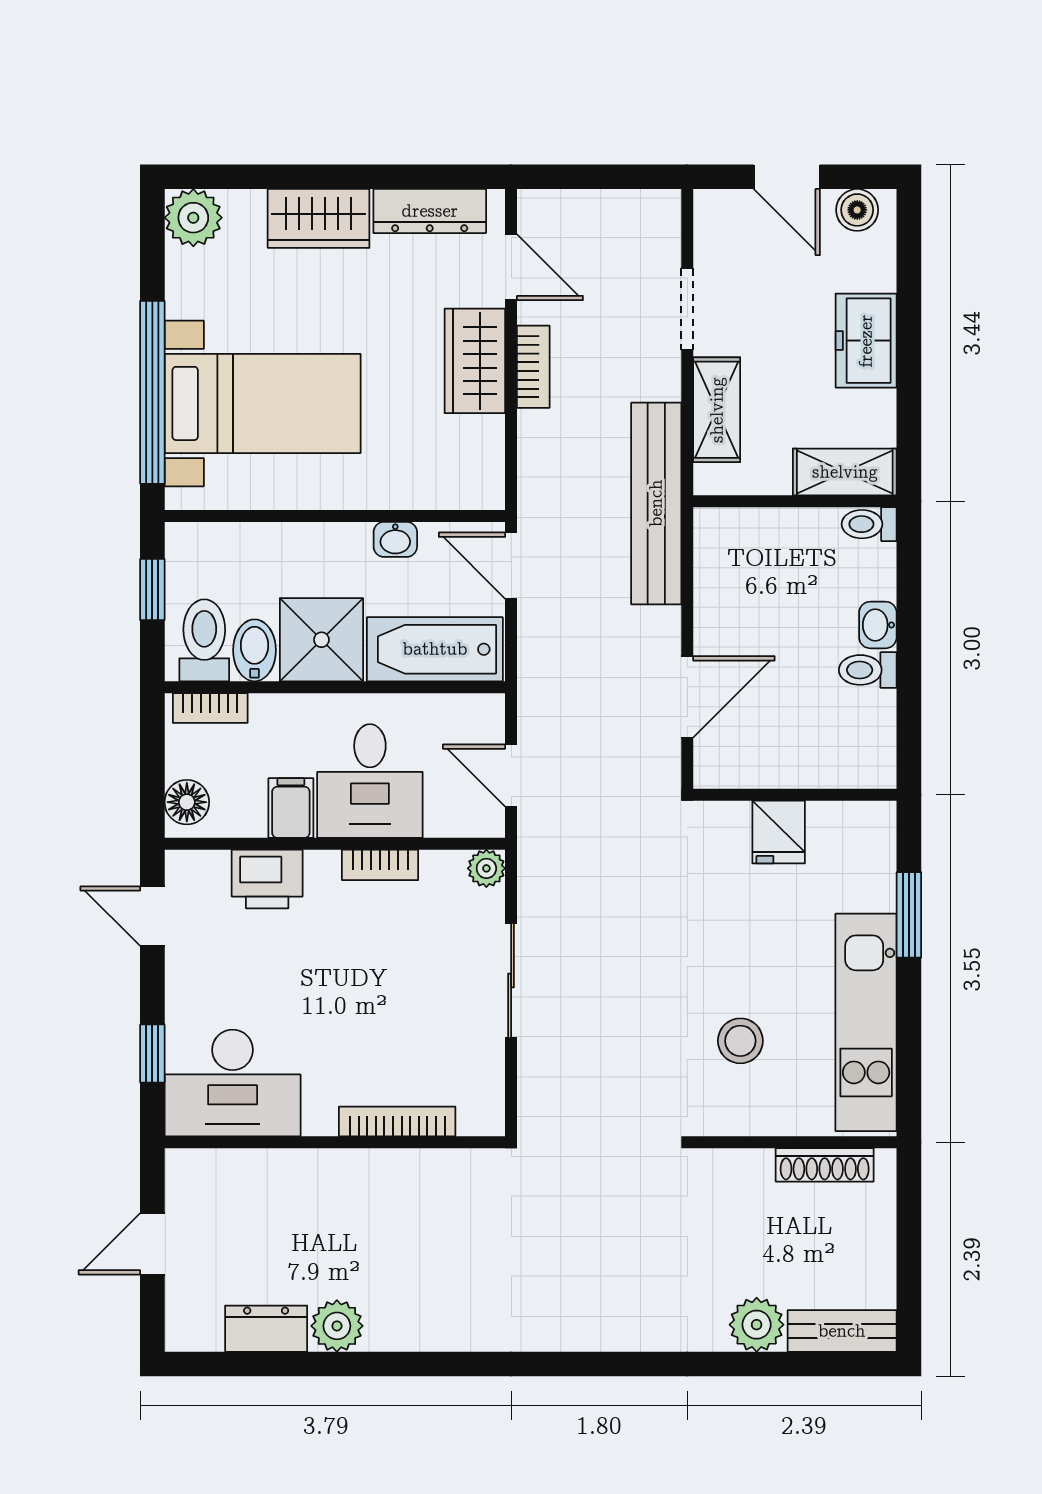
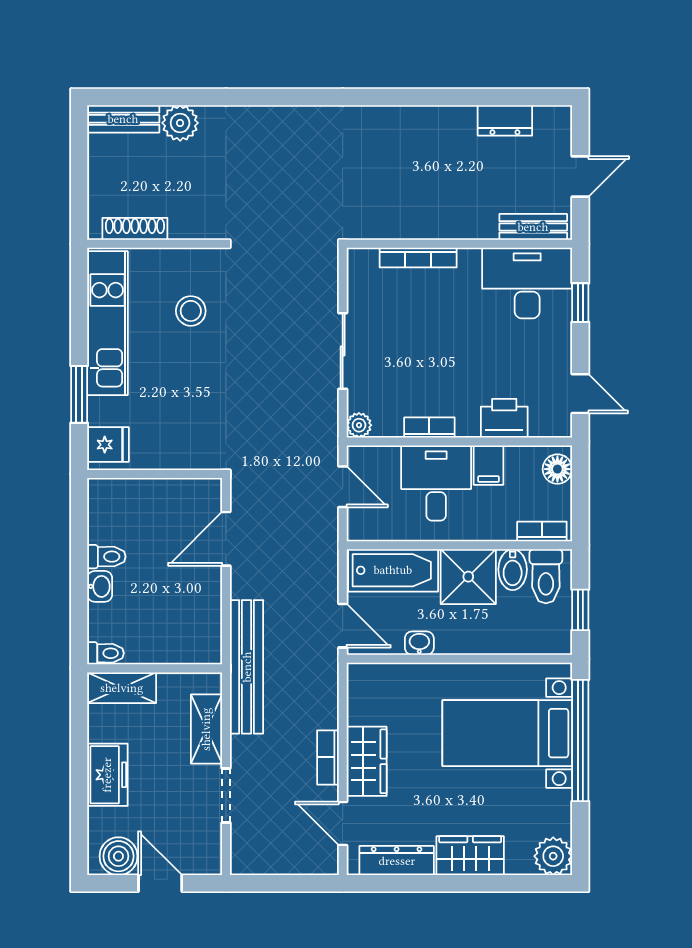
boiler: (857, 210) -> (118, 856), width x1.36, depth x1.36
fridge: (779, 832) -> (108, 445), moved, turned 90
bench: (223, 1168) -> (533, 227), added
plant: (337, 1326) -> (458, 122), removed

